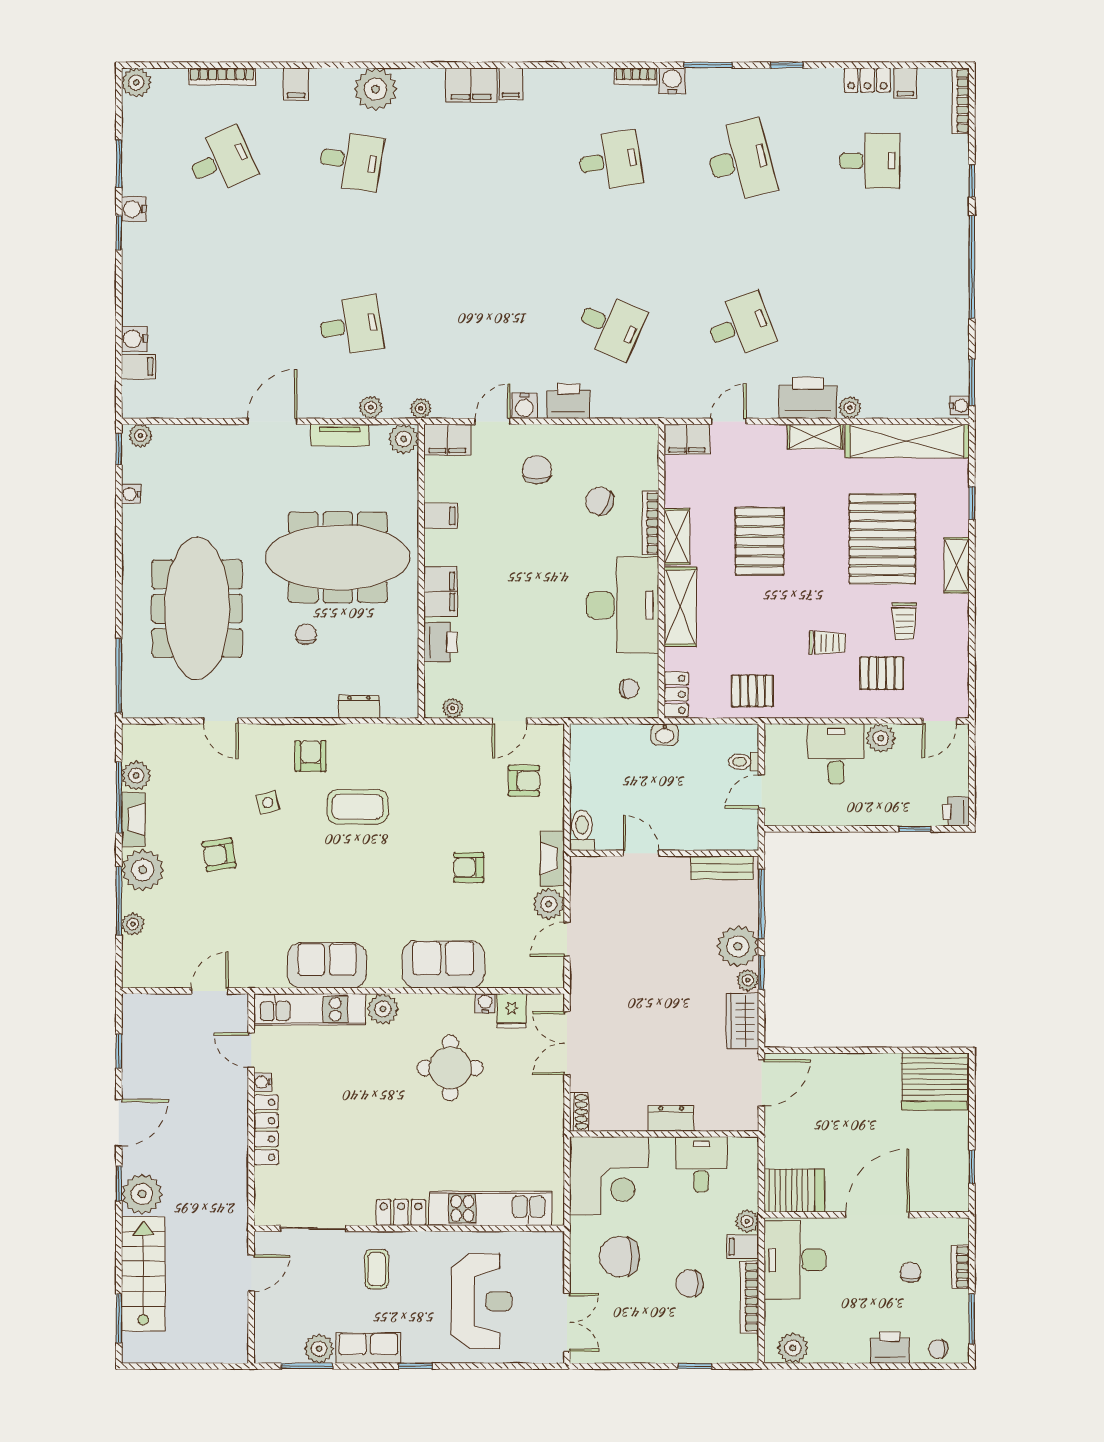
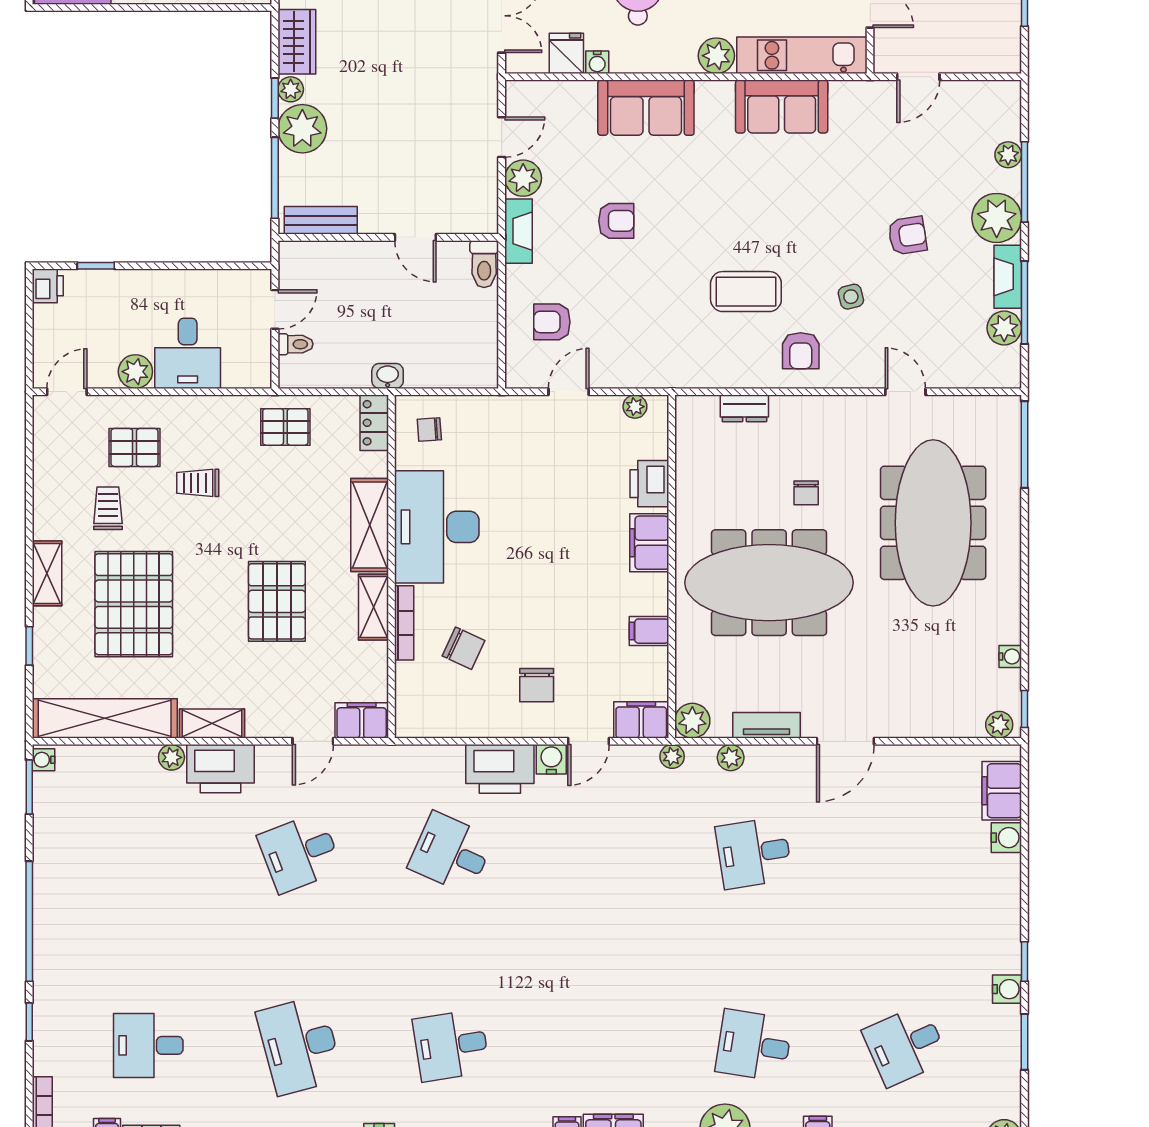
filing cabinet: (138, 366) -> (1002, 791), width x2.00
printer: (568, 401) -> (500, 769), width x1.37, depth x1.19

